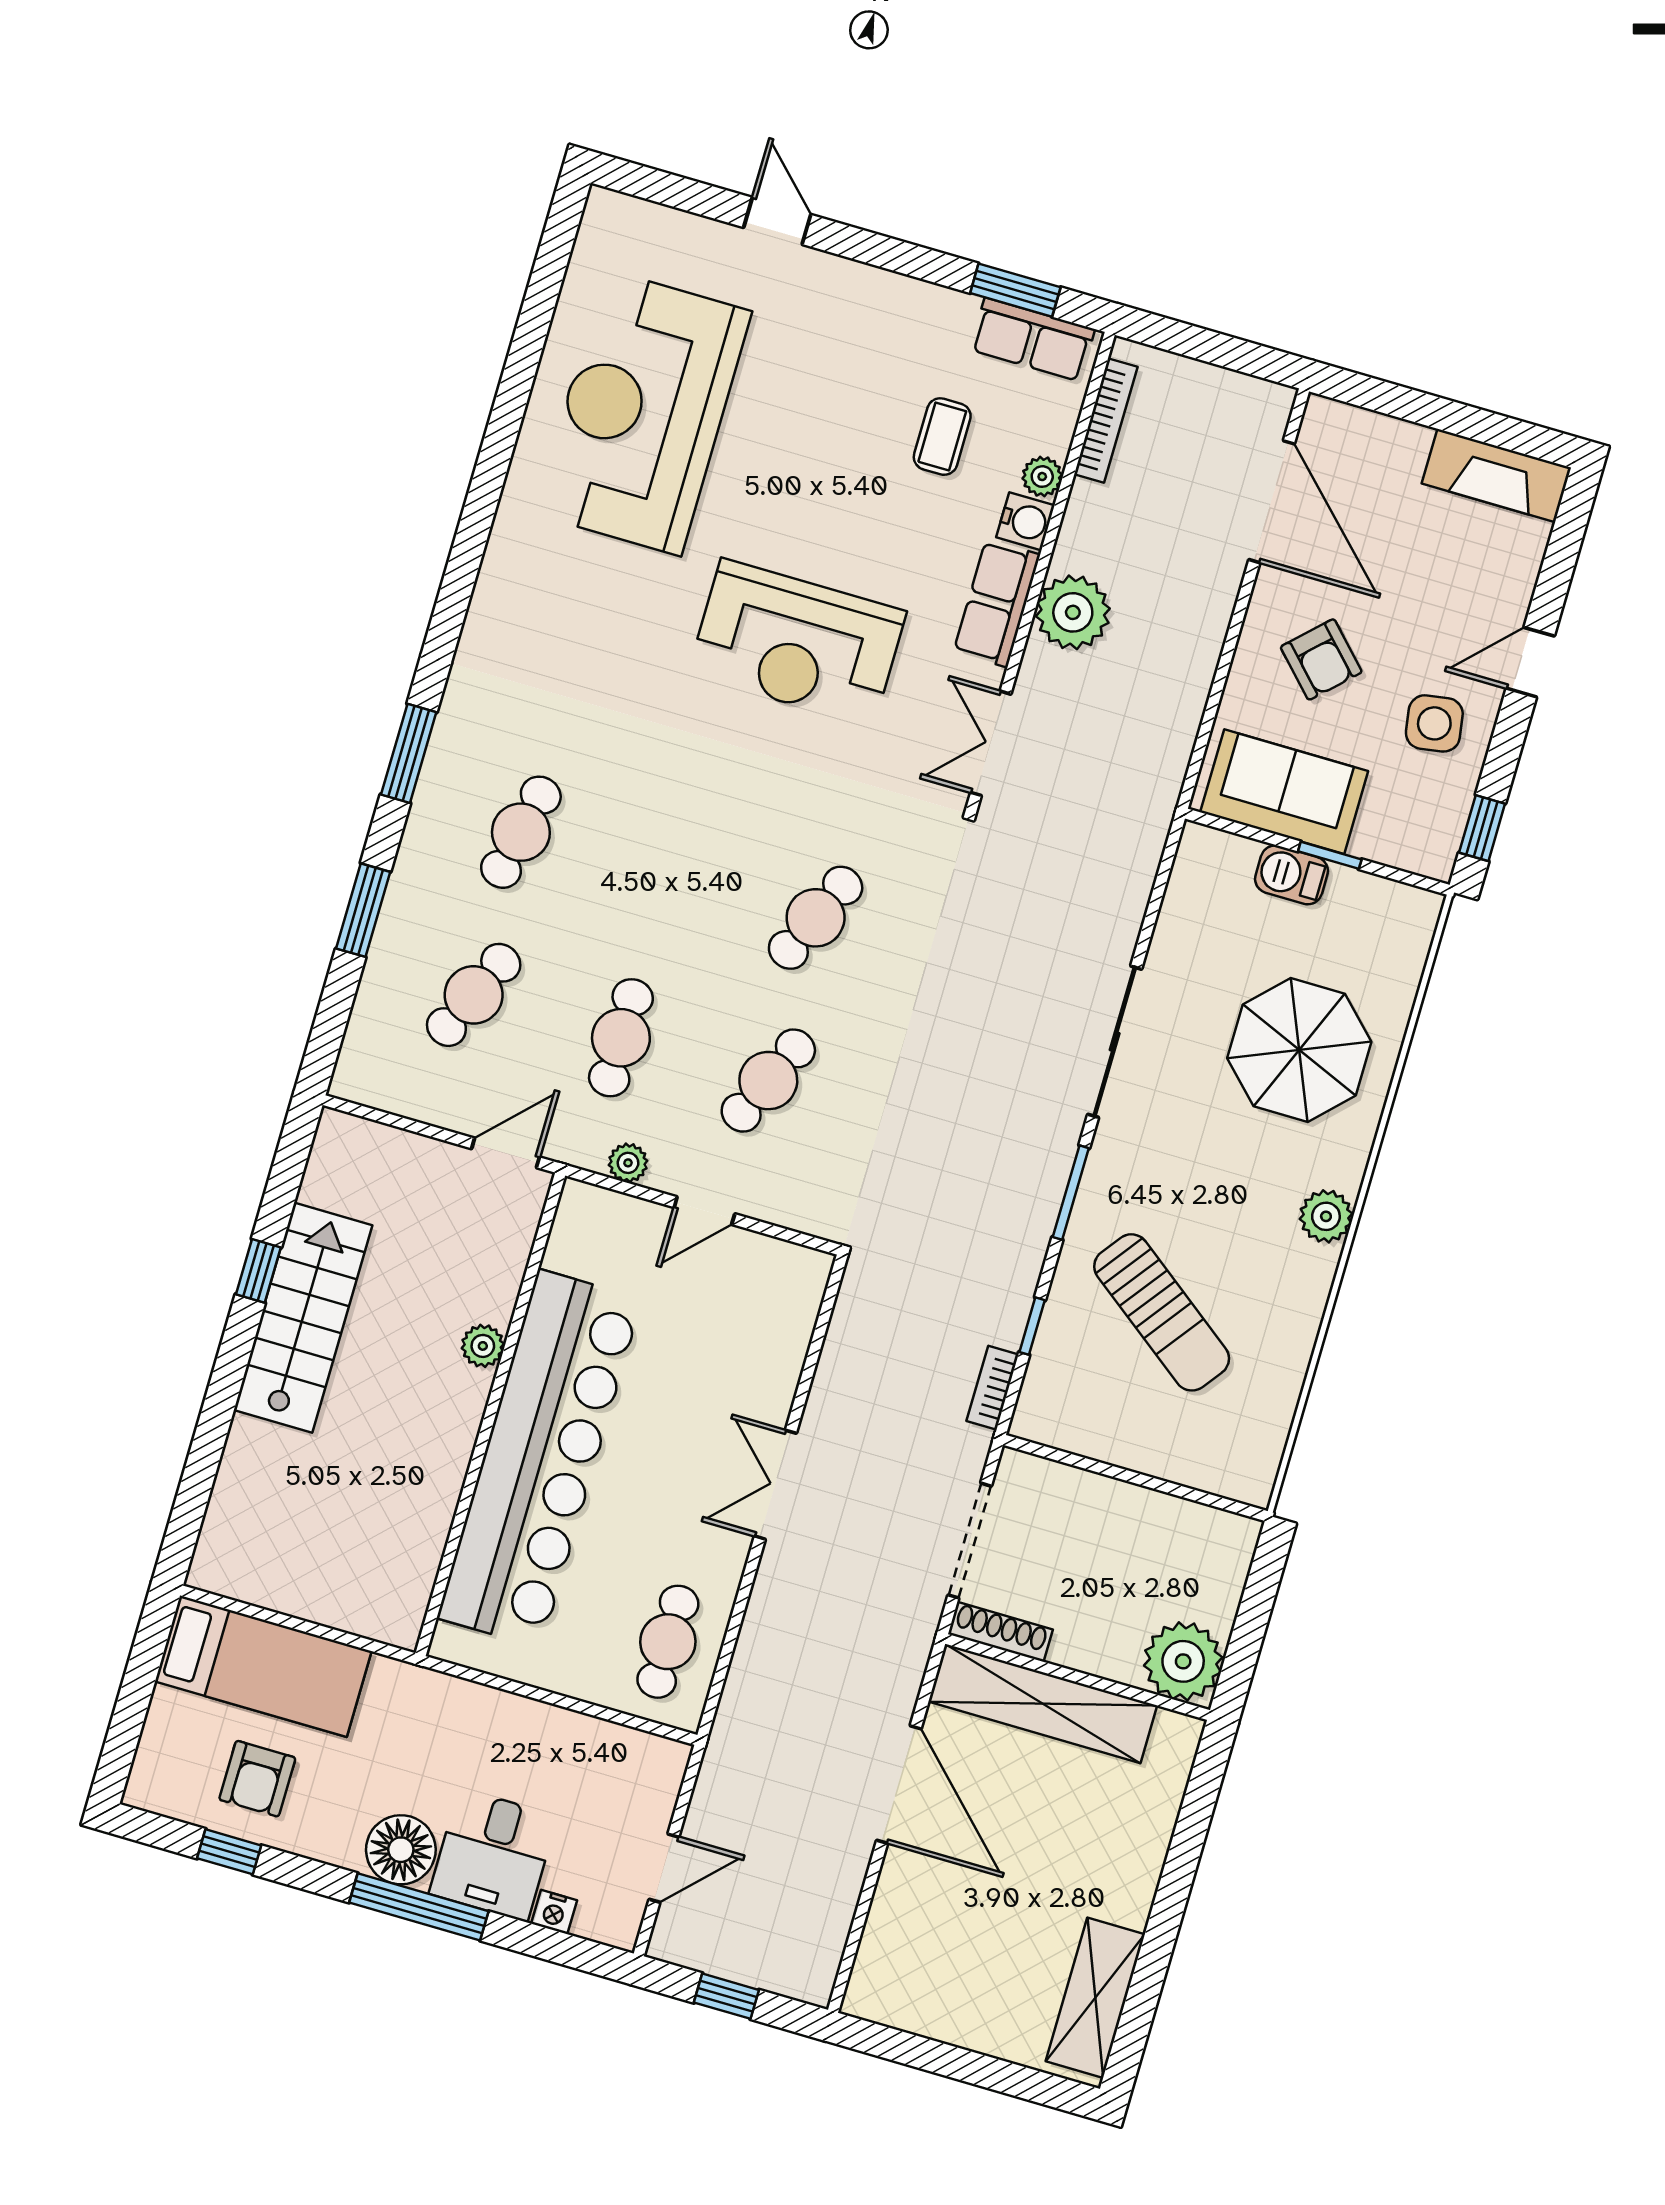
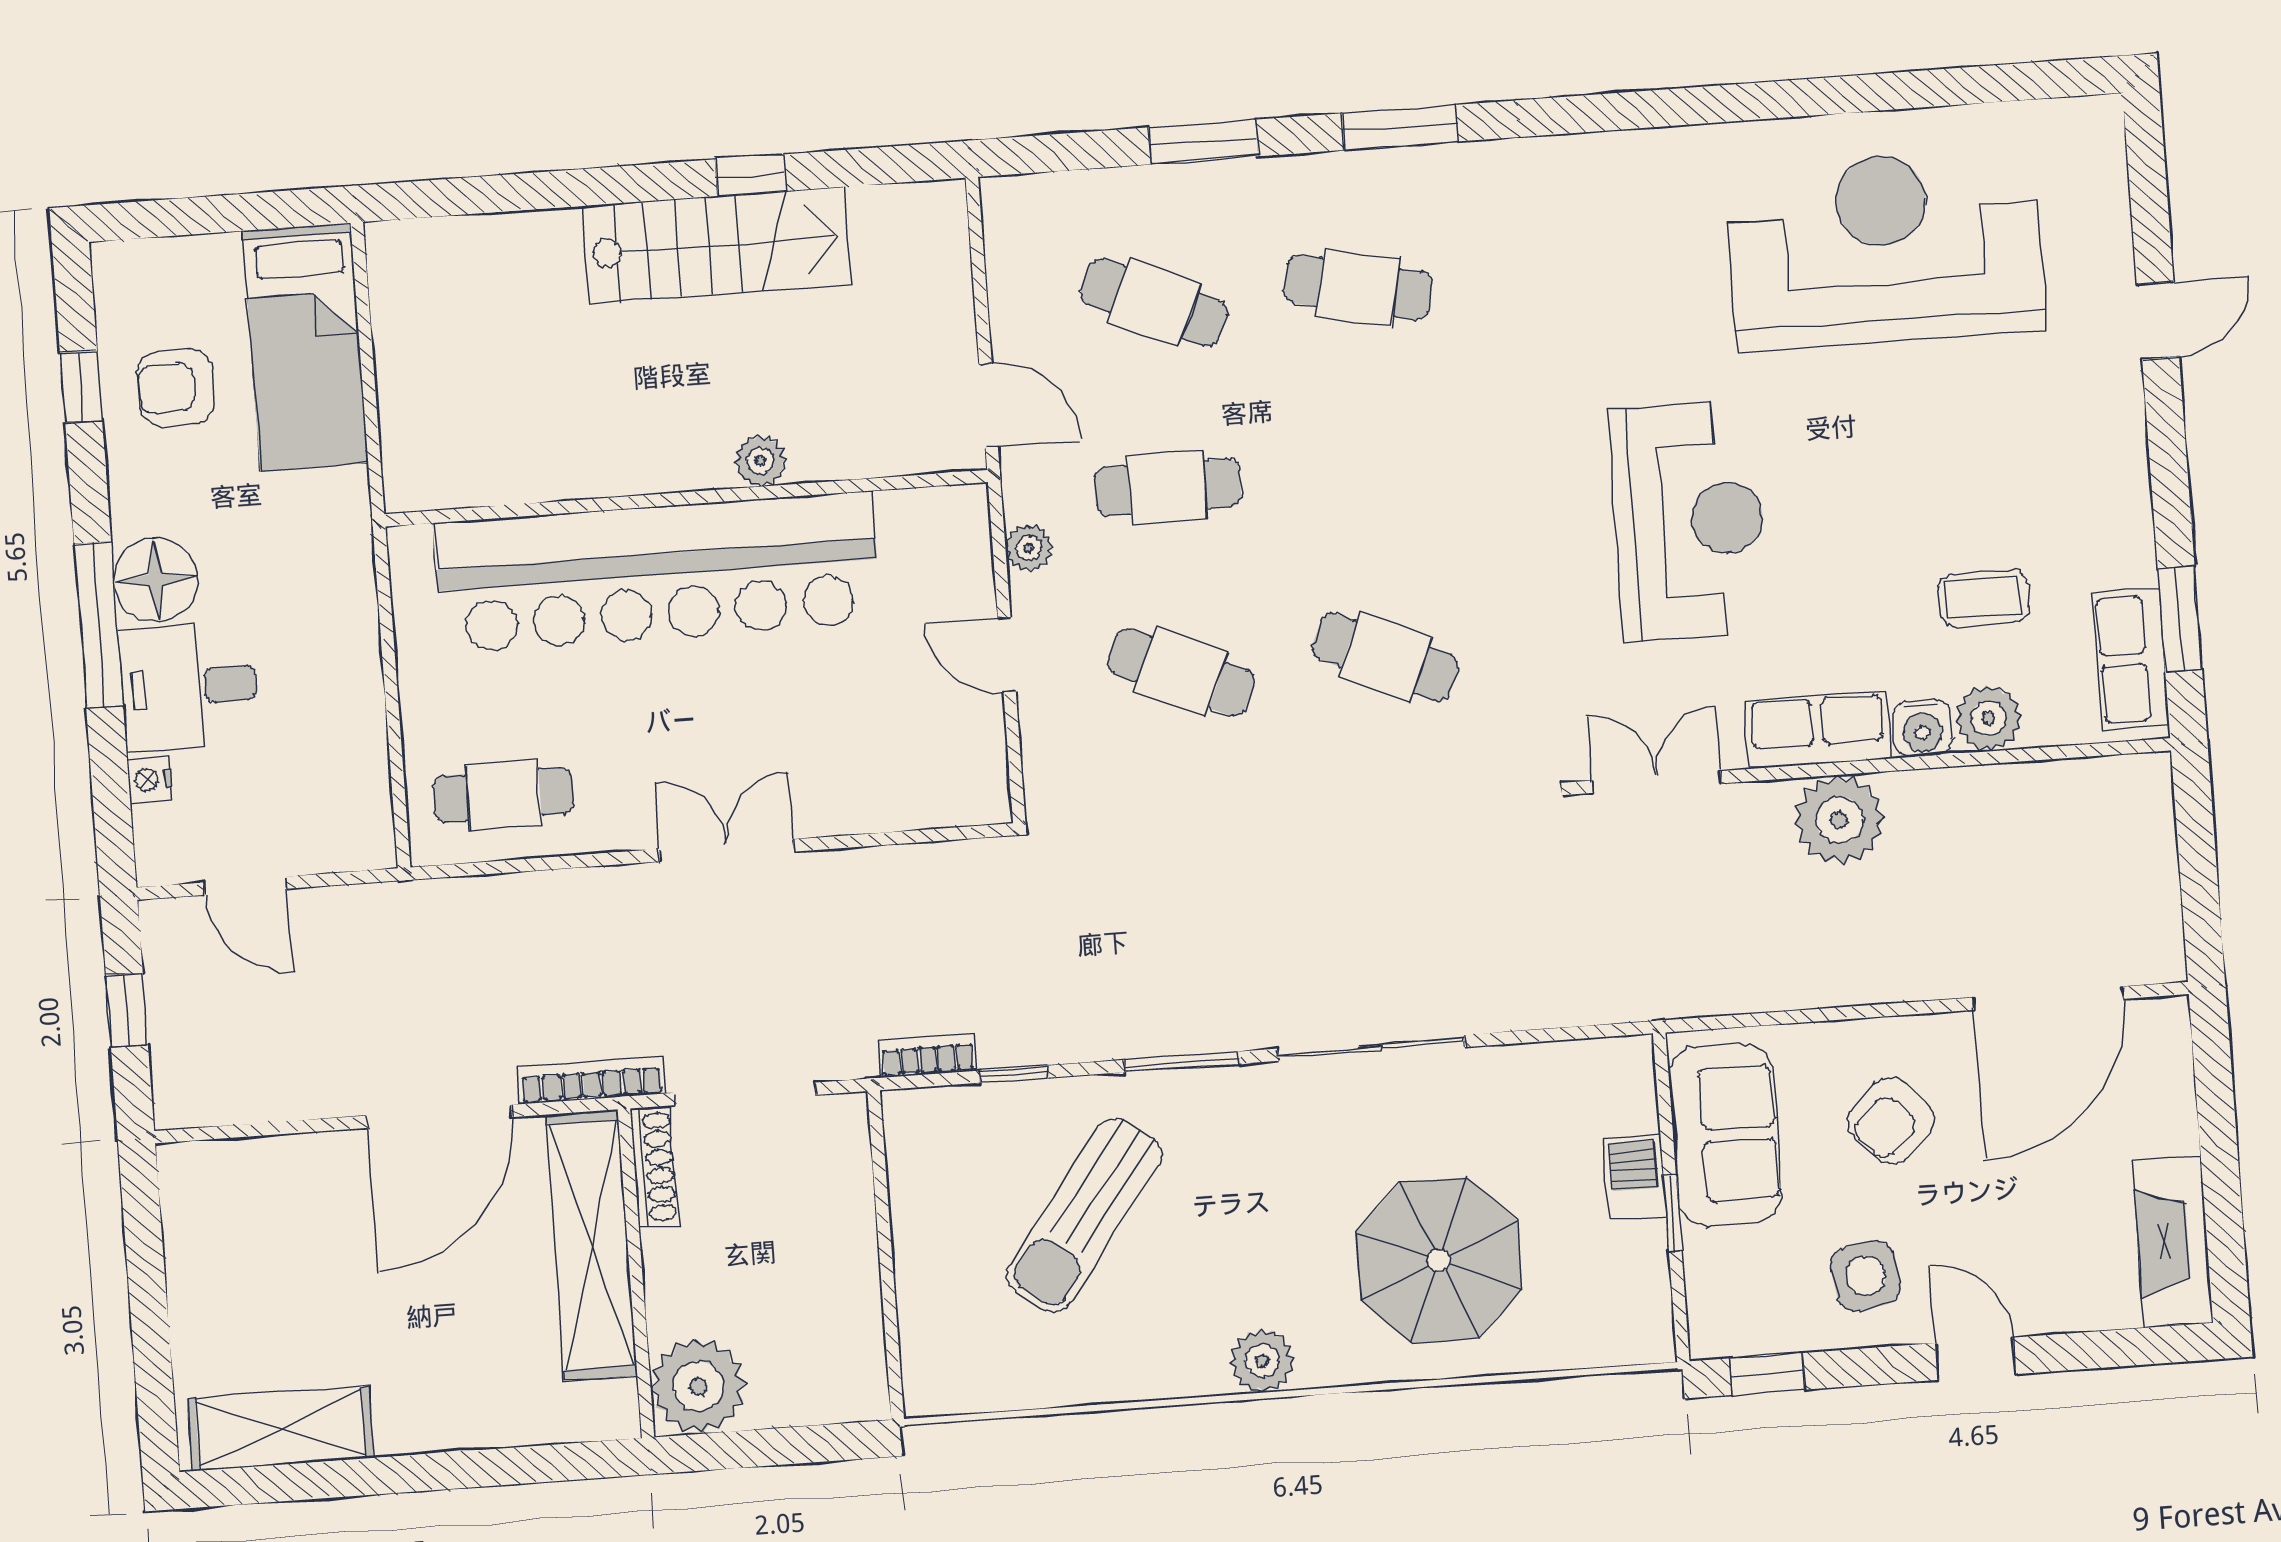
bookcase: (1106, 421) -> (592, 1080), moved, turned 180
plant: (1042, 477) -> (1989, 718), width x1.38, depth x1.38
reception desk: (797, 643) -> (1689, 520), turned 180

